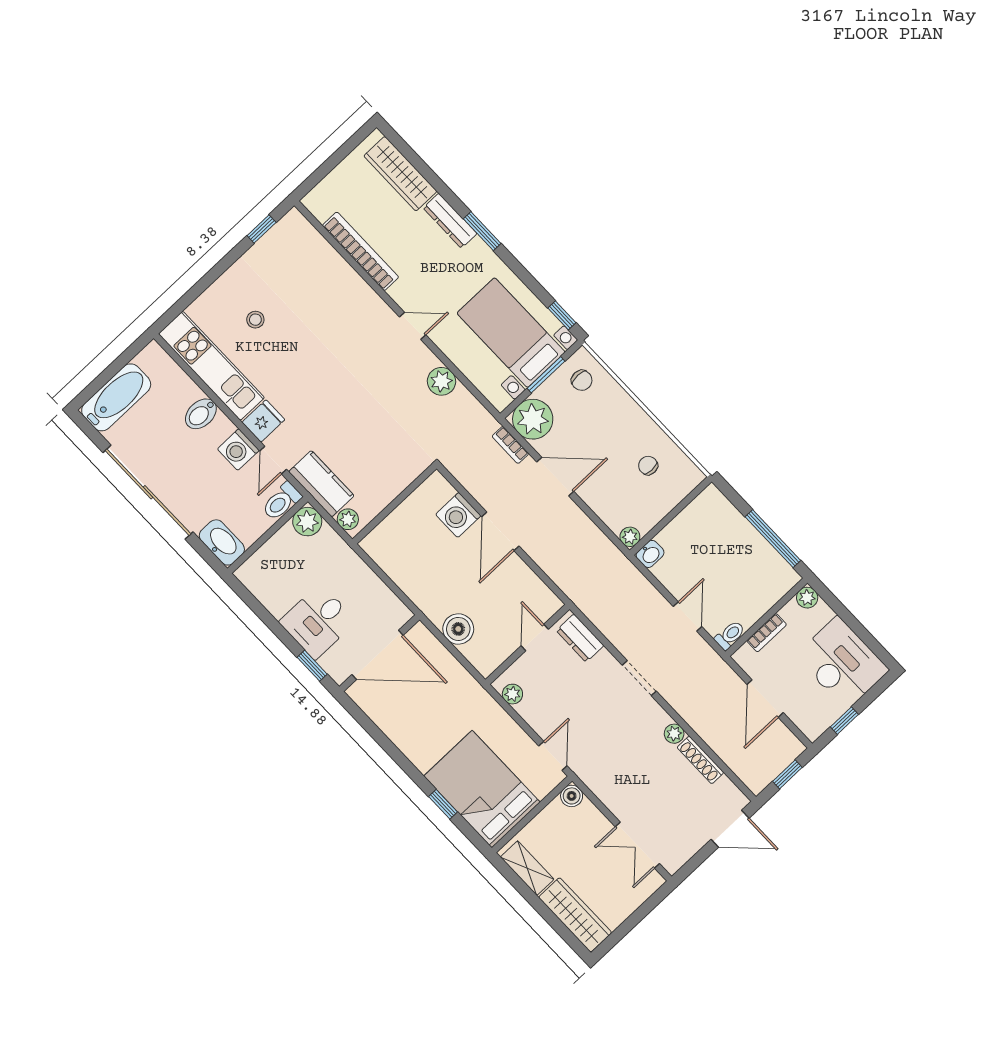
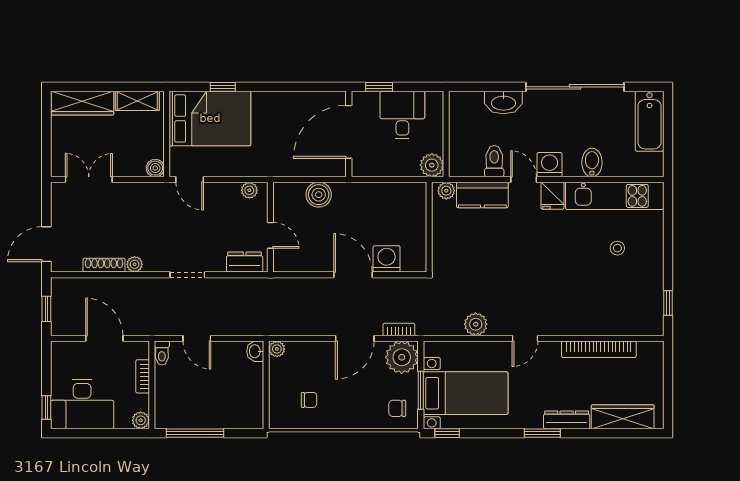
plant: (307, 522) -> (432, 165), moved
wall: (268, 535) -> (446, 134), moved
window: (844, 721) -> (46, 408), moved

